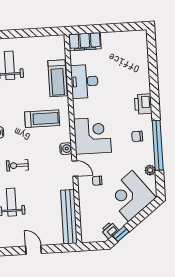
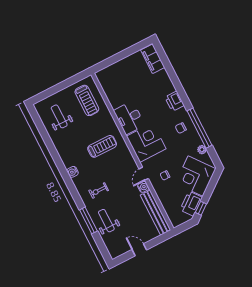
filing cabinet: (85, 42) -> (153, 59), moved, turned 90
treadmill: (58, 78) -> (87, 100), moved
desk: (84, 81) -> (129, 118), moved
water cooler: (66, 149) -> (143, 187), moved
door: (75, 169) -> (144, 174), swing flipped
printer: (110, 230) -> (191, 204), width x1.87, depth x1.48

